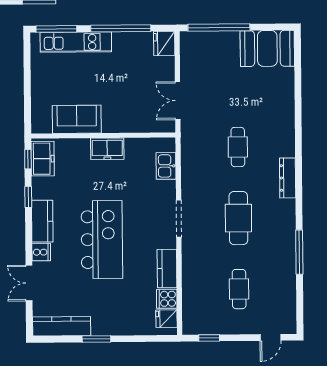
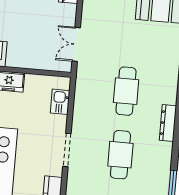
cafe table: (238, 147) -> (126, 91), width x1.37, depth x1.35

